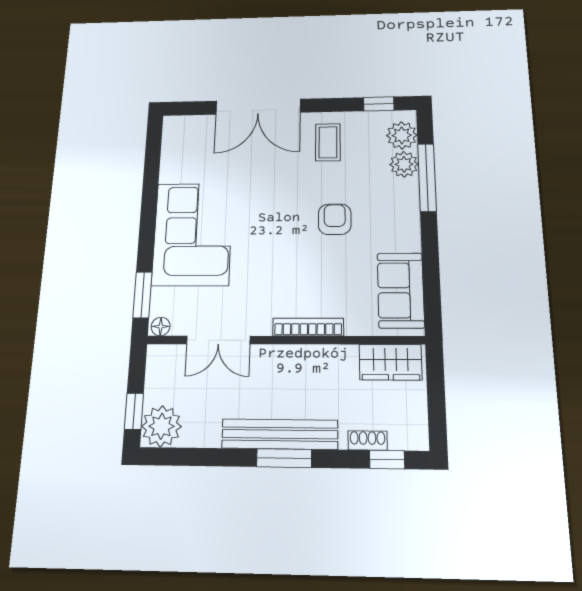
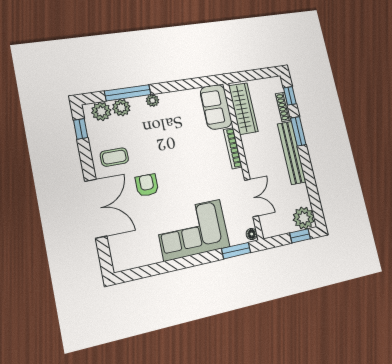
plant: (410, 212) -> (153, 101), added
armchair: (335, 219) -> (147, 185), moved, turned 90
sofa: (401, 290) -> (216, 107), moved, turned 90
wardrobe: (391, 362) -> (243, 109), width x1.50
shoe rack: (368, 441) -> (283, 107), width x1.43
window: (284, 458) -> (298, 131), moved

